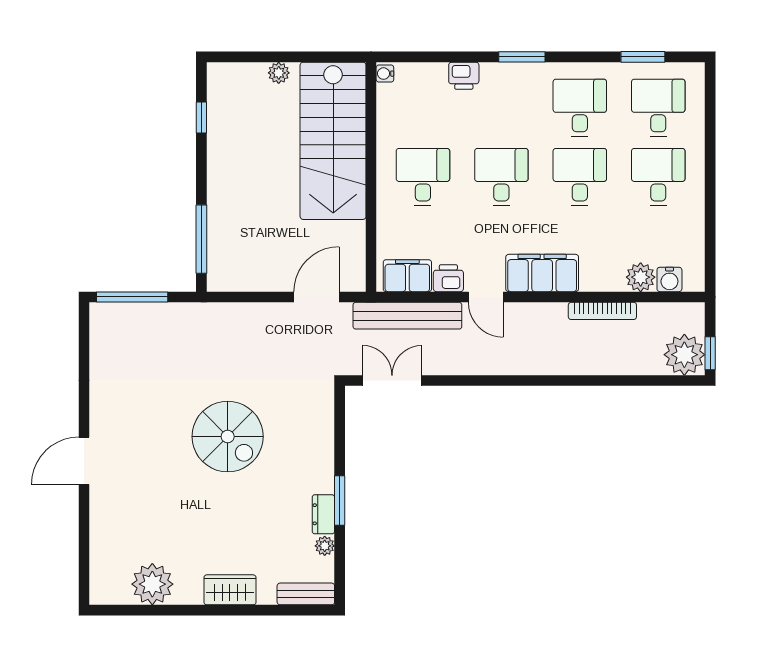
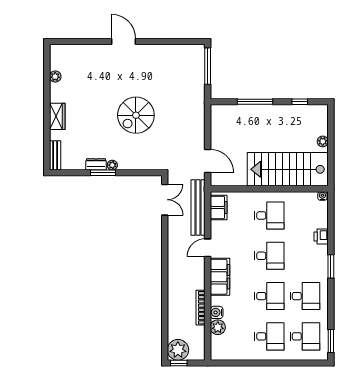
window: (643, 57) -> (331, 341), moved
window: (201, 239) -> (255, 102), moved
printer: (448, 278) -> (217, 229), removed
water cooler: (669, 279) -> (217, 312), moved
plant: (325, 546) -> (112, 165), moved
plant: (152, 584) -> (55, 77), width x0.53, depth x0.53

